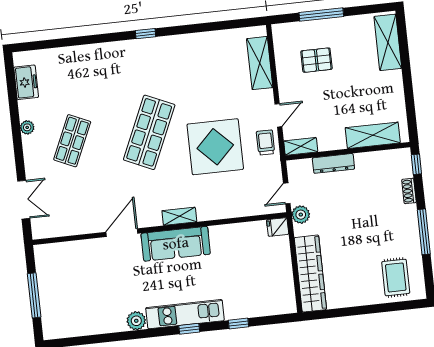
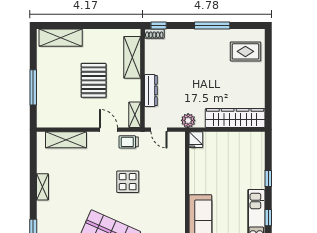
pallet: (316, 60) -> (94, 80), moved, width x1.50, depth x1.42
display table: (215, 147) -> (128, 182), width x0.54, depth x0.54
shoe rack: (409, 191) -> (154, 34), moved
door: (287, 193) -> (159, 130), moved
shelving: (179, 216) -> (42, 187), moved

